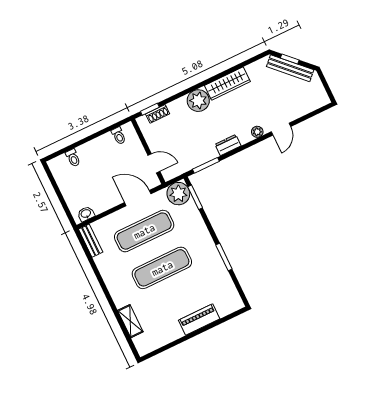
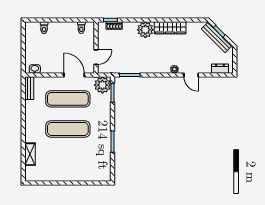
door: (281, 129) -> (191, 75), hinge flipped
dresser: (228, 145) -> (220, 69), moved
door: (154, 163) -> (96, 57), hinge flipped
piano: (199, 320) -> (76, 175), removed

